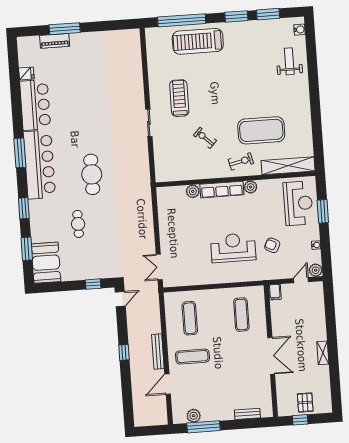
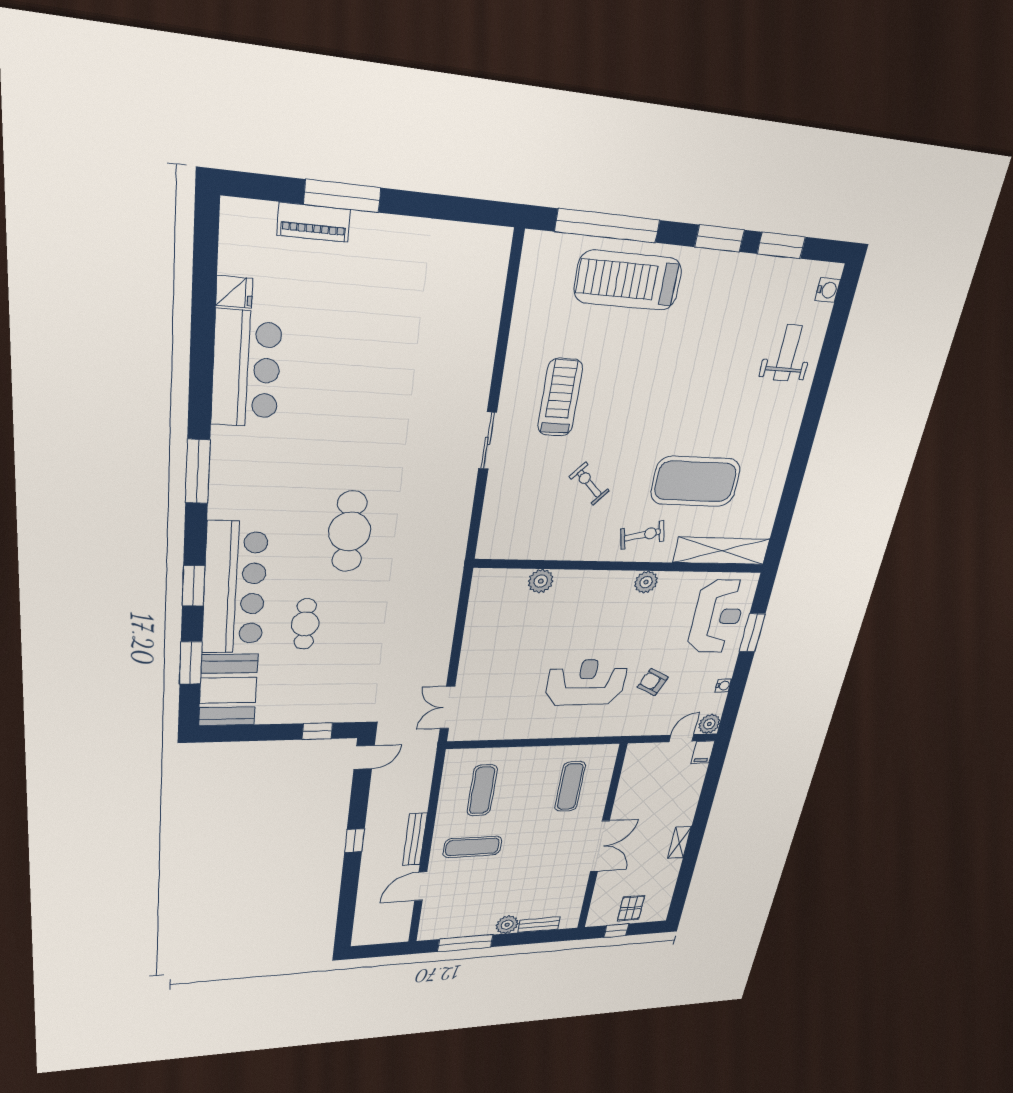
bar counter: (39, 165) -> (235, 588), moved
row of seats: (222, 190) -> (594, 582), removed
filing cabinet: (275, 292) -> (703, 752), moved
plant: (194, 416) -> (507, 925), moved

